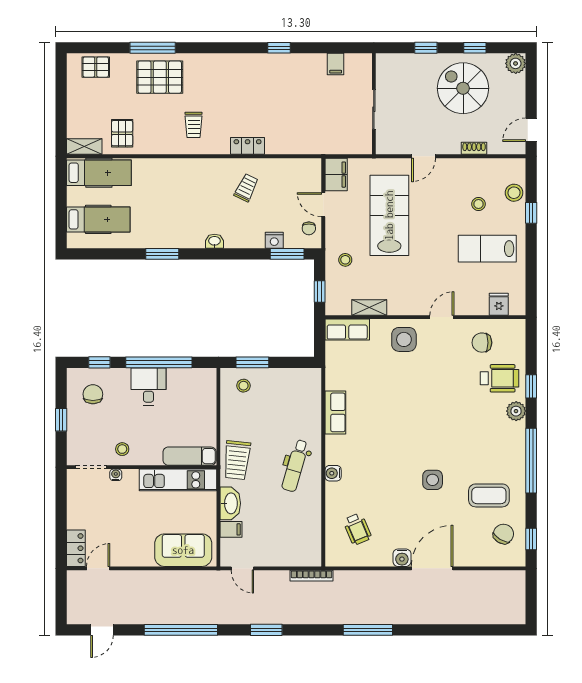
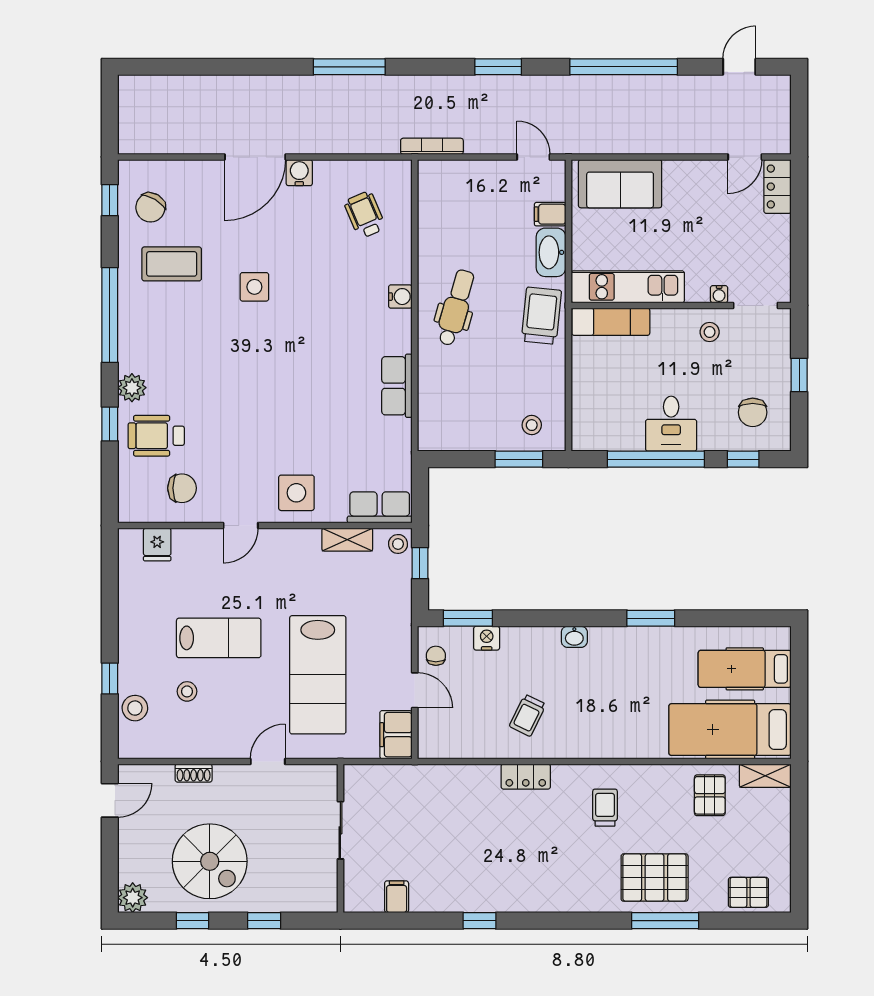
hospital bed: (99, 173) -> (730, 730), width x1.37, depth x1.29
lab bench: (487, 249) -> (219, 638), moved
stool: (345, 260) -> (398, 544), moved

